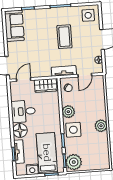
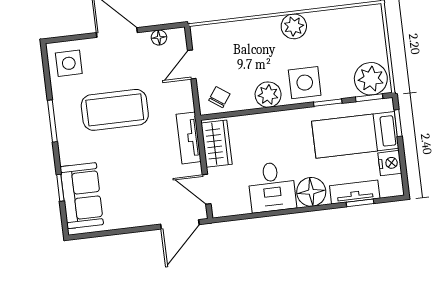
sofa: (14, 26) -> (82, 196), moved, turned 90
coffee table: (64, 37) -> (115, 110), width x1.36, depth x1.32
tv unit: (64, 71) -> (189, 138), moved
door: (85, 75) -> (192, 65), swing flipped

